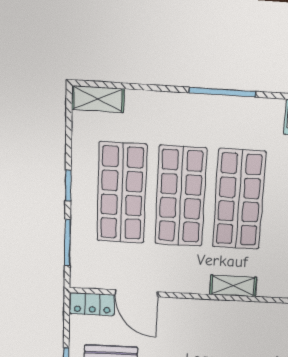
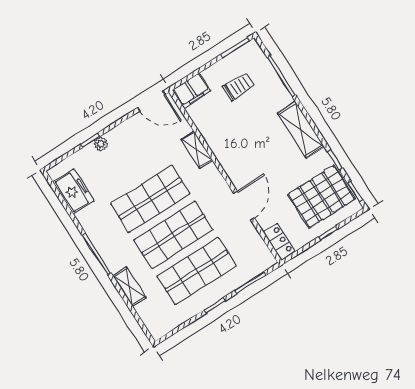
shelving: (98, 99) -> (129, 287), moved
shelving: (233, 286) -> (197, 150), moved
door: (136, 293) -> (244, 206), moved

